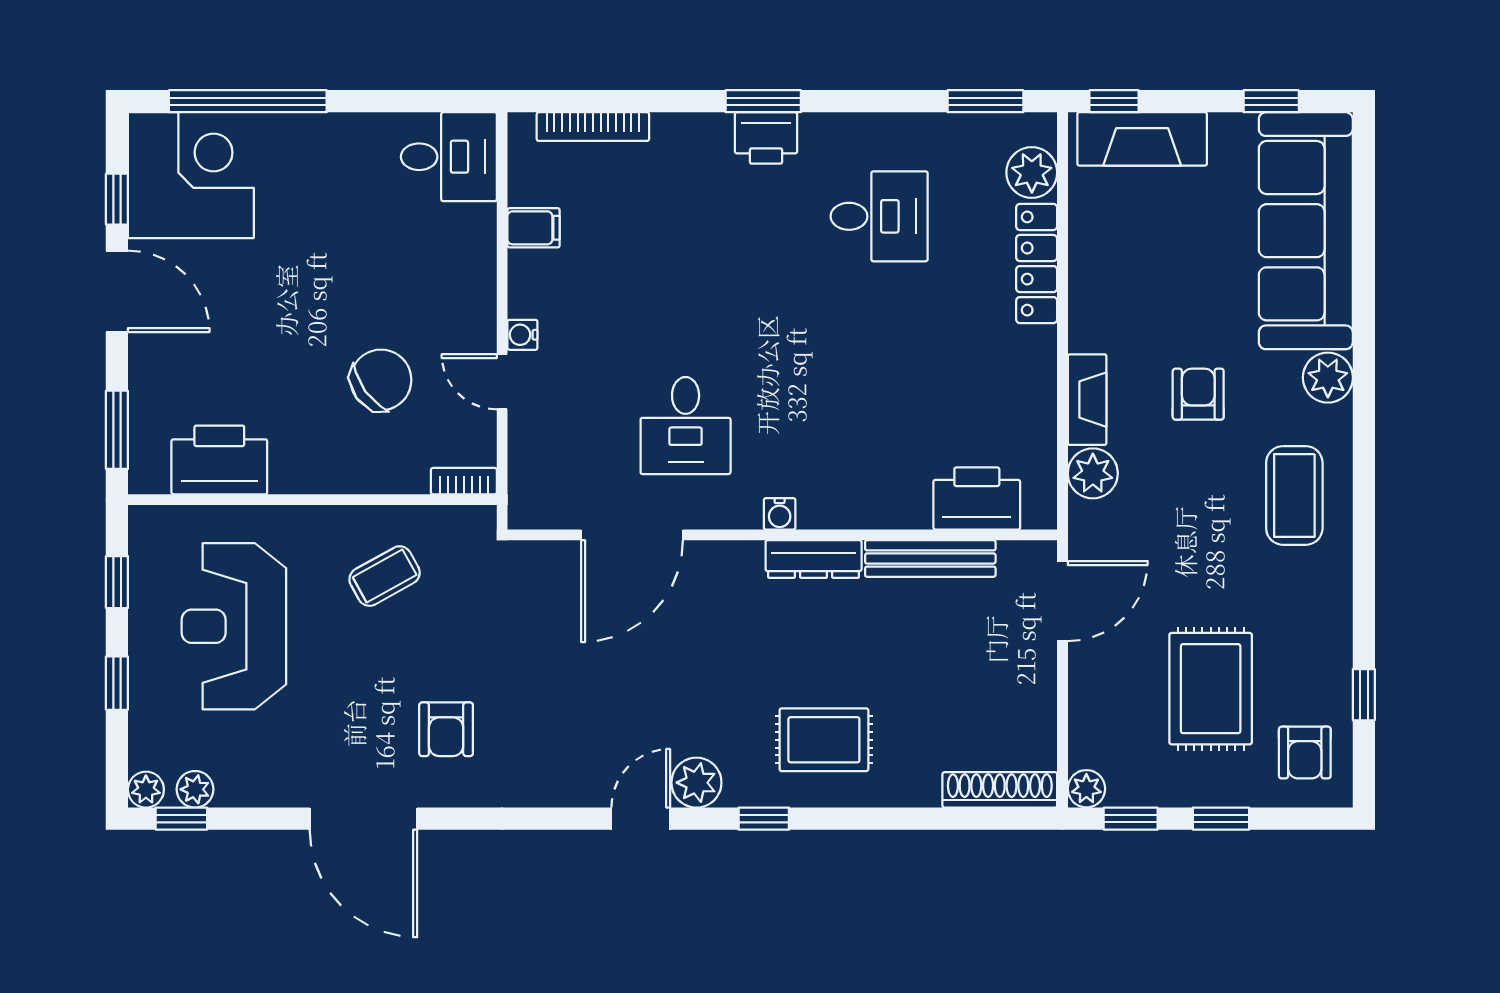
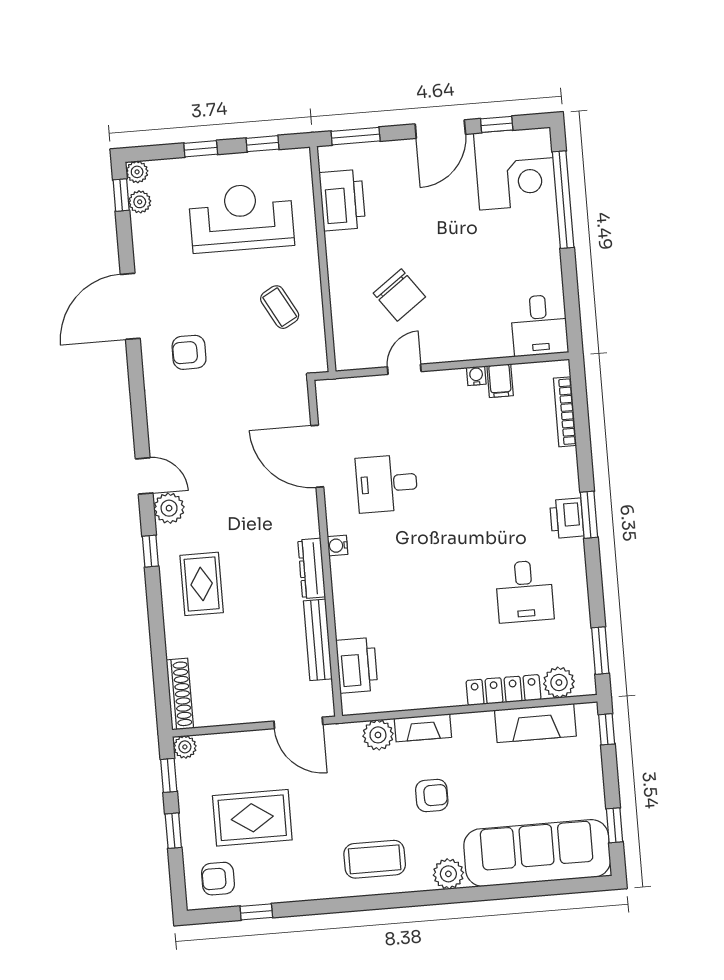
fireplace: (1142, 139) -> (535, 723), moved, turned -90
water cooler: (522, 335) -> (476, 376), moved
bookcase: (464, 481) -> (342, 351), removed

